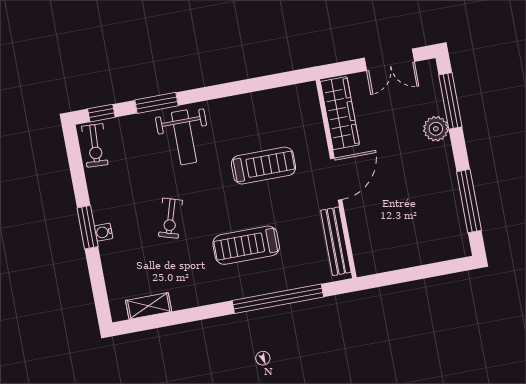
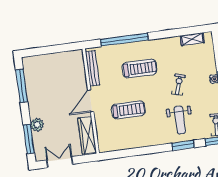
weight bench: (184, 137) -> (180, 120), moved, turned 180
treadmill: (263, 166) -> (128, 110), turned 180

